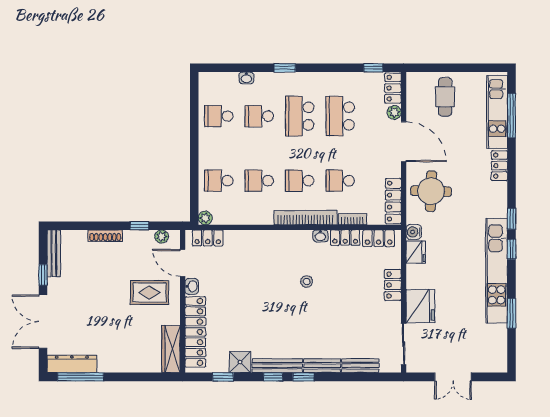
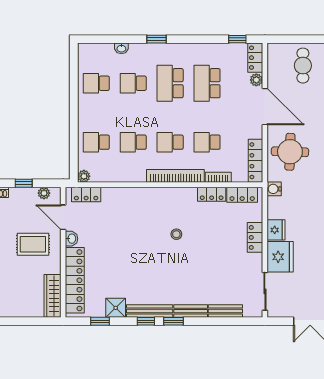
washbasin: (320, 236) -> (189, 193), removed
fridge: (416, 252) -> (276, 230), moved

